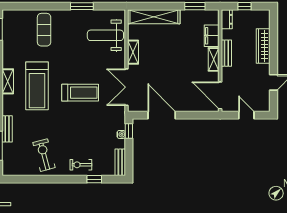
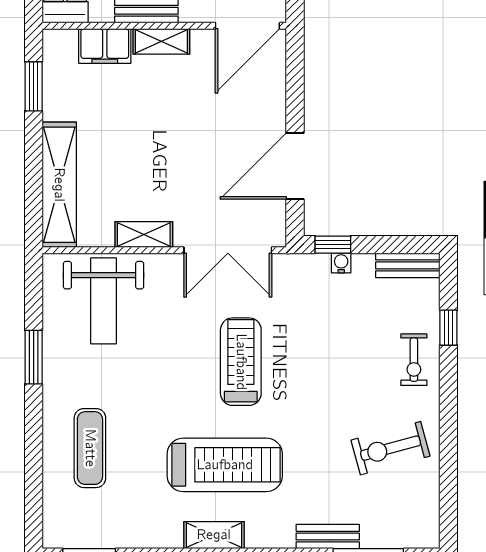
exercise mat: (44, 30) -> (90, 448), turned 90

